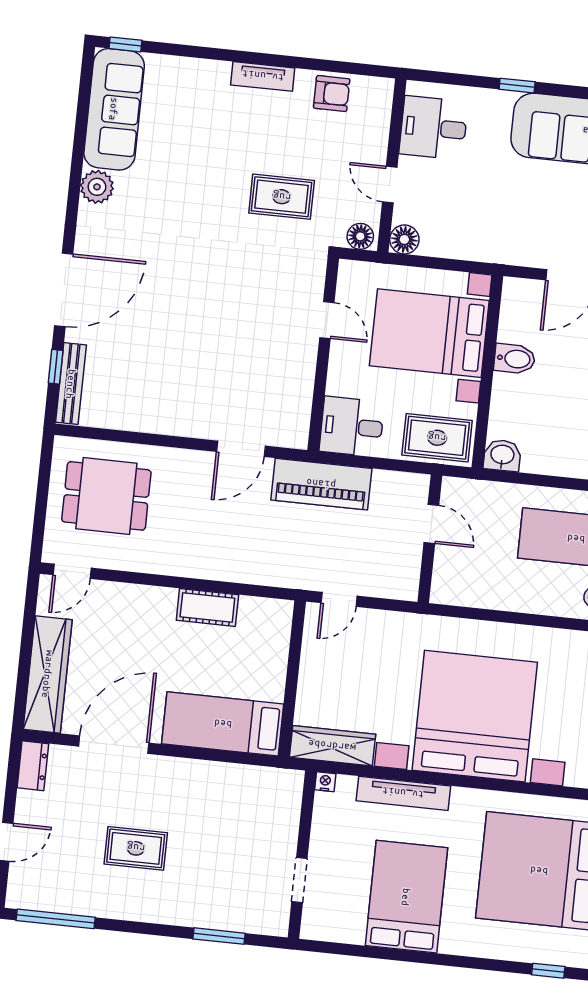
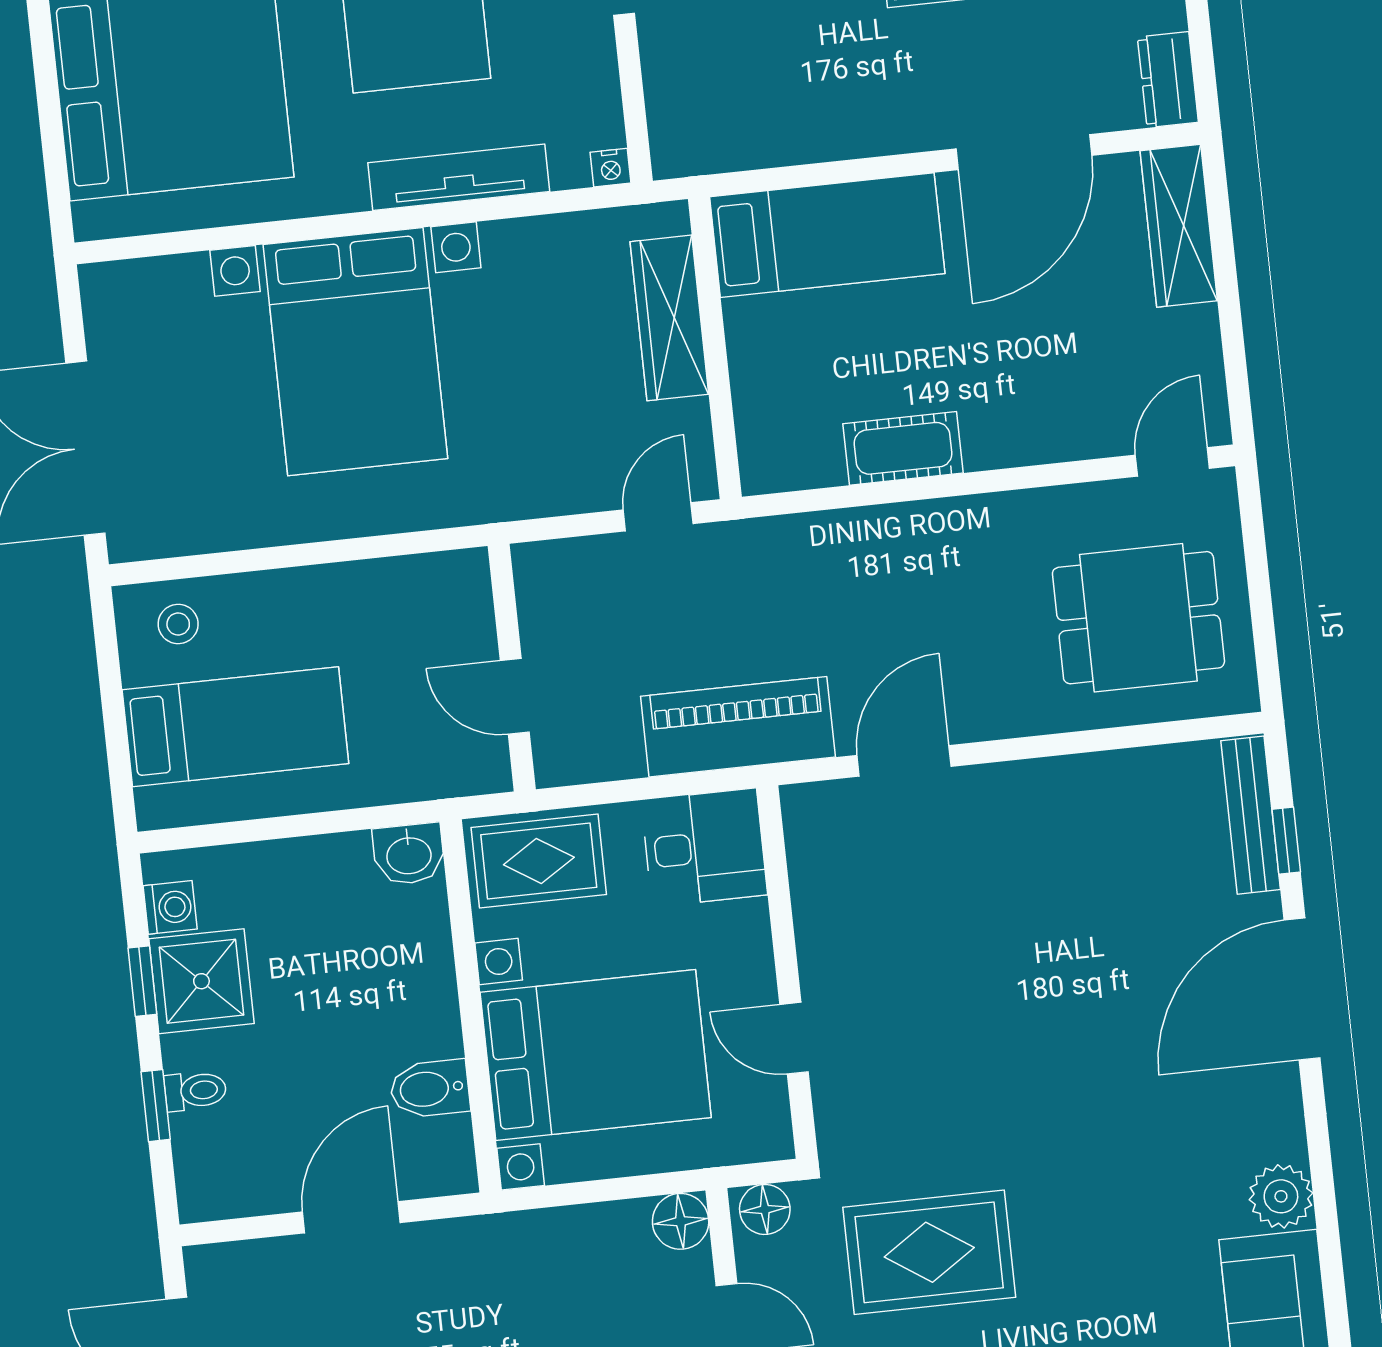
rug: (282, 197) -> (929, 1252), width x1.36, depth x1.43
bidet: (515, 359) -> (430, 1089), moved
wardrobe: (48, 674) -> (1179, 226), width x0.71, depth x0.85
bed with nightstands: (475, 716) -> (355, 352), width x0.73
wardrobe: (332, 746) -> (669, 318), moved, turned 90

